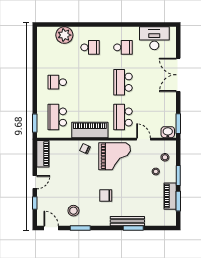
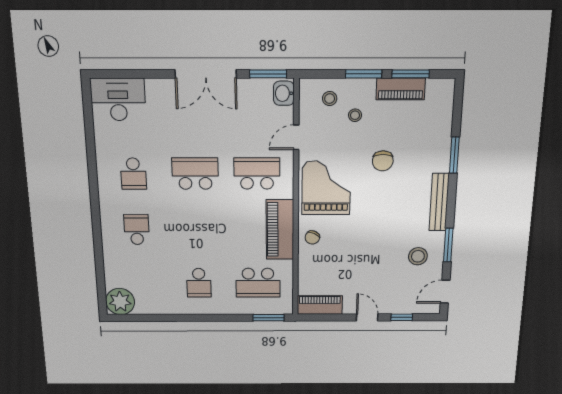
plant: (64, 35) -> (120, 302), moved
desk: (154, 38) -> (118, 99), moved, turned 90
school desk: (123, 47) -> (133, 174), turned 180
double door: (178, 75) -> (206, 74), moved
school desk: (123, 82) -> (195, 174), turned 180
school desk: (123, 117) -> (257, 174), turned 180
chair: (106, 196) -> (383, 161), moved
bench: (127, 221) -> (439, 202), moved

